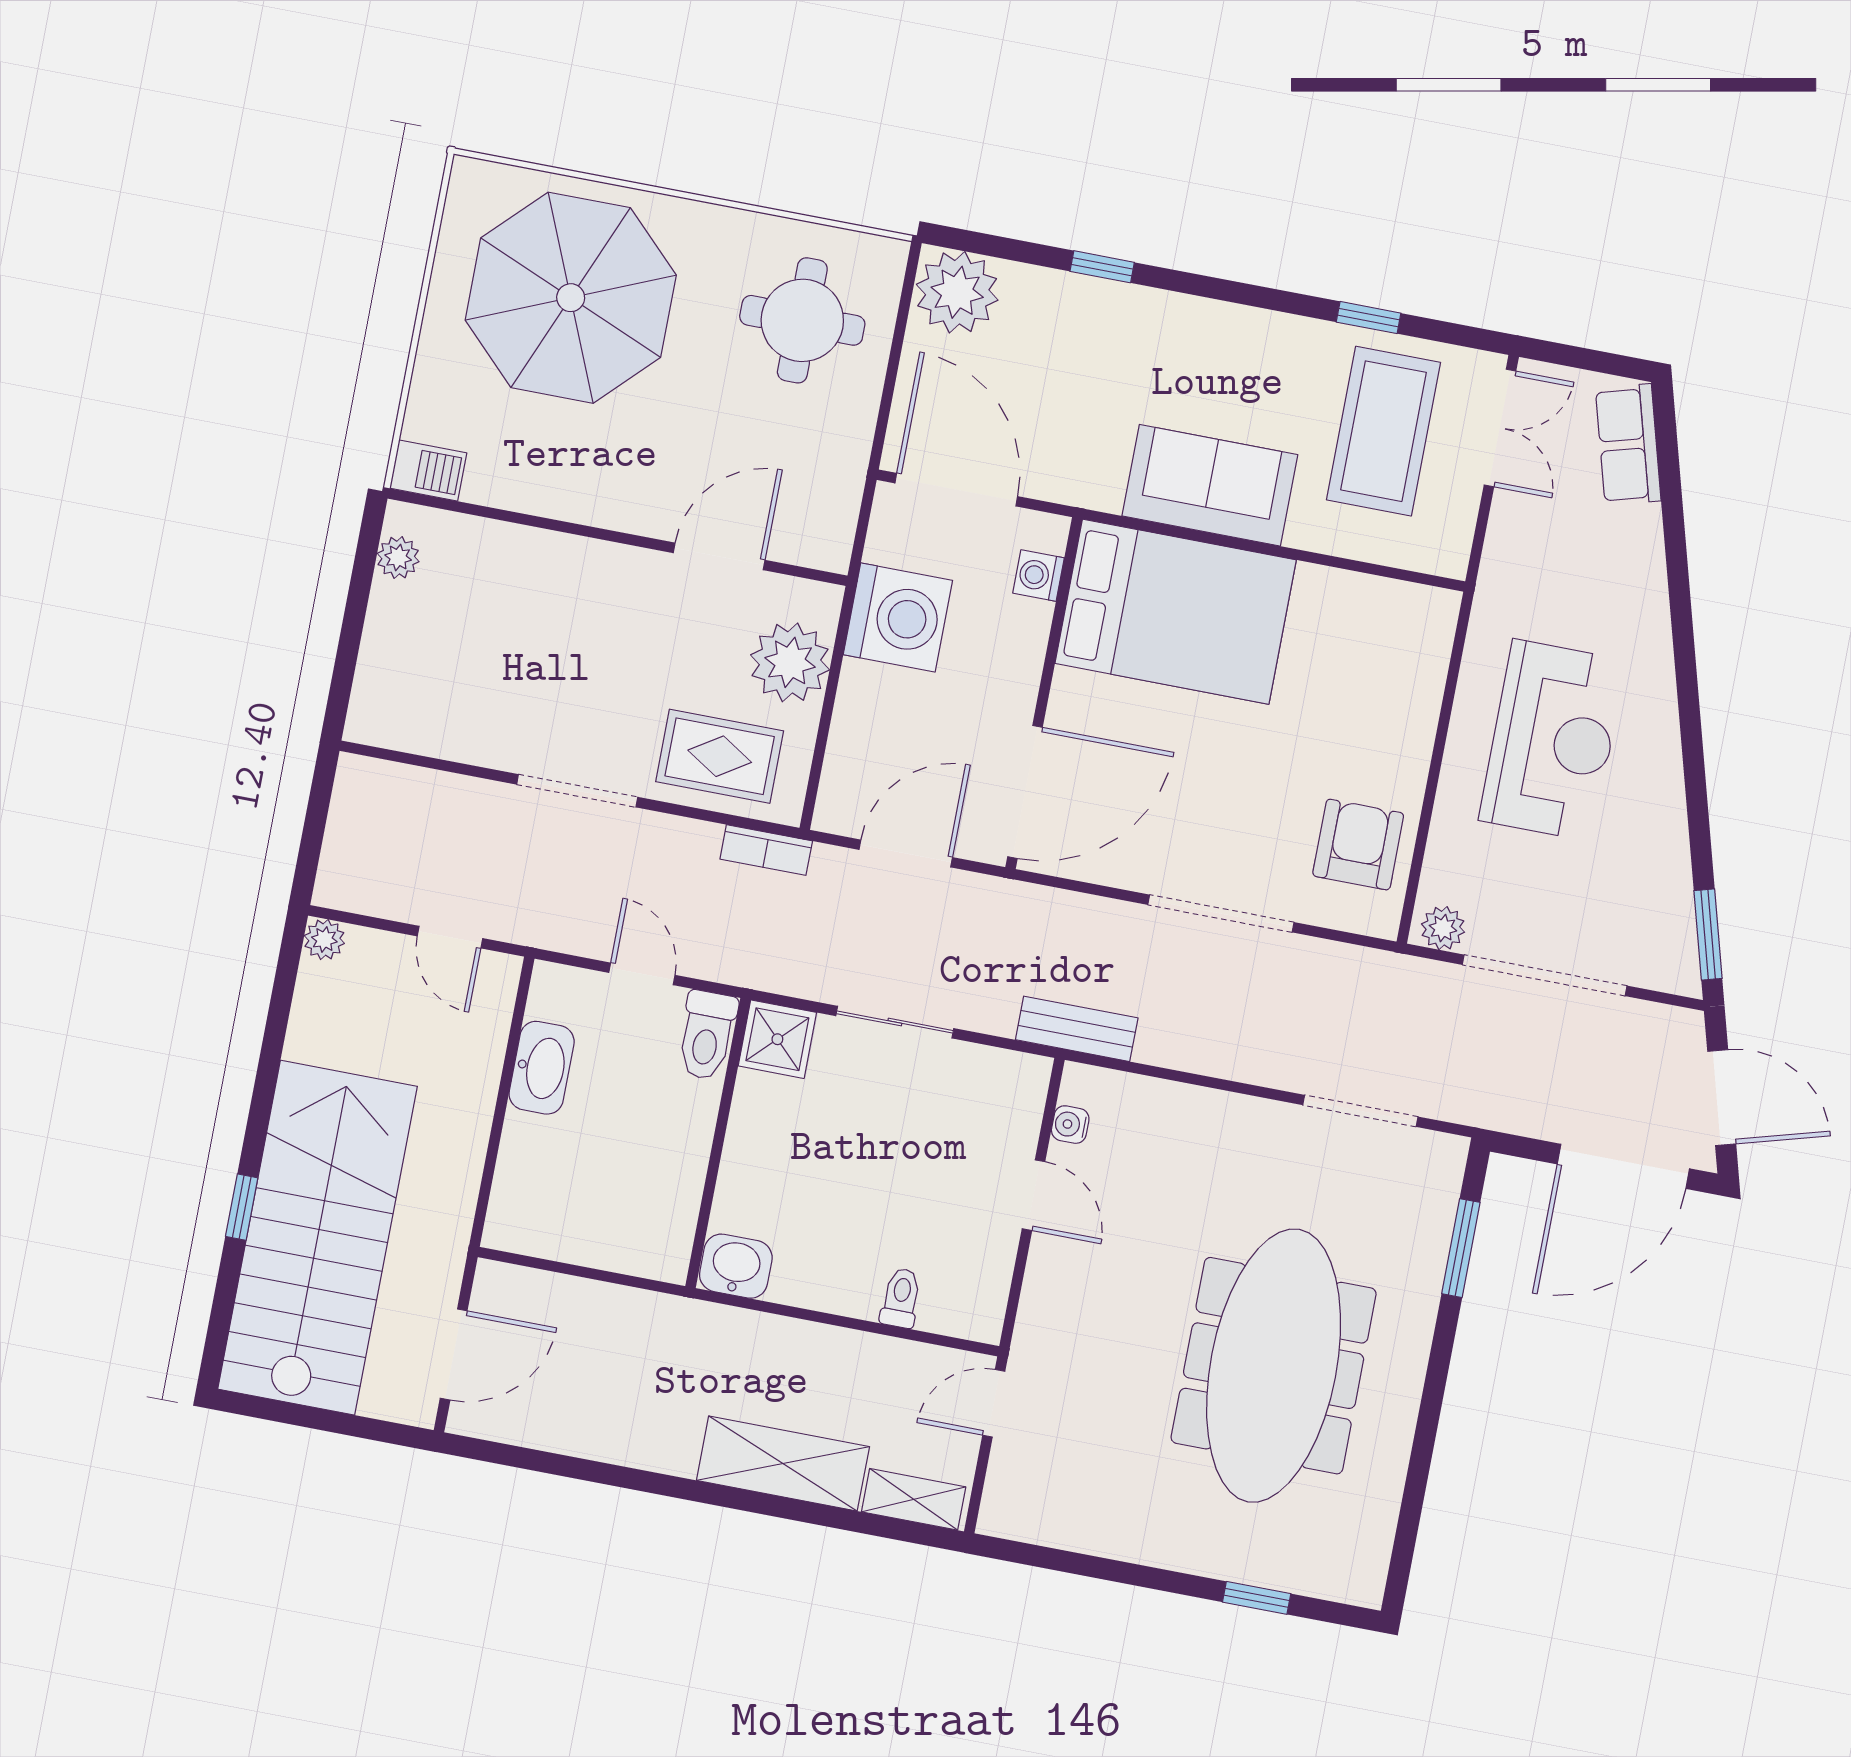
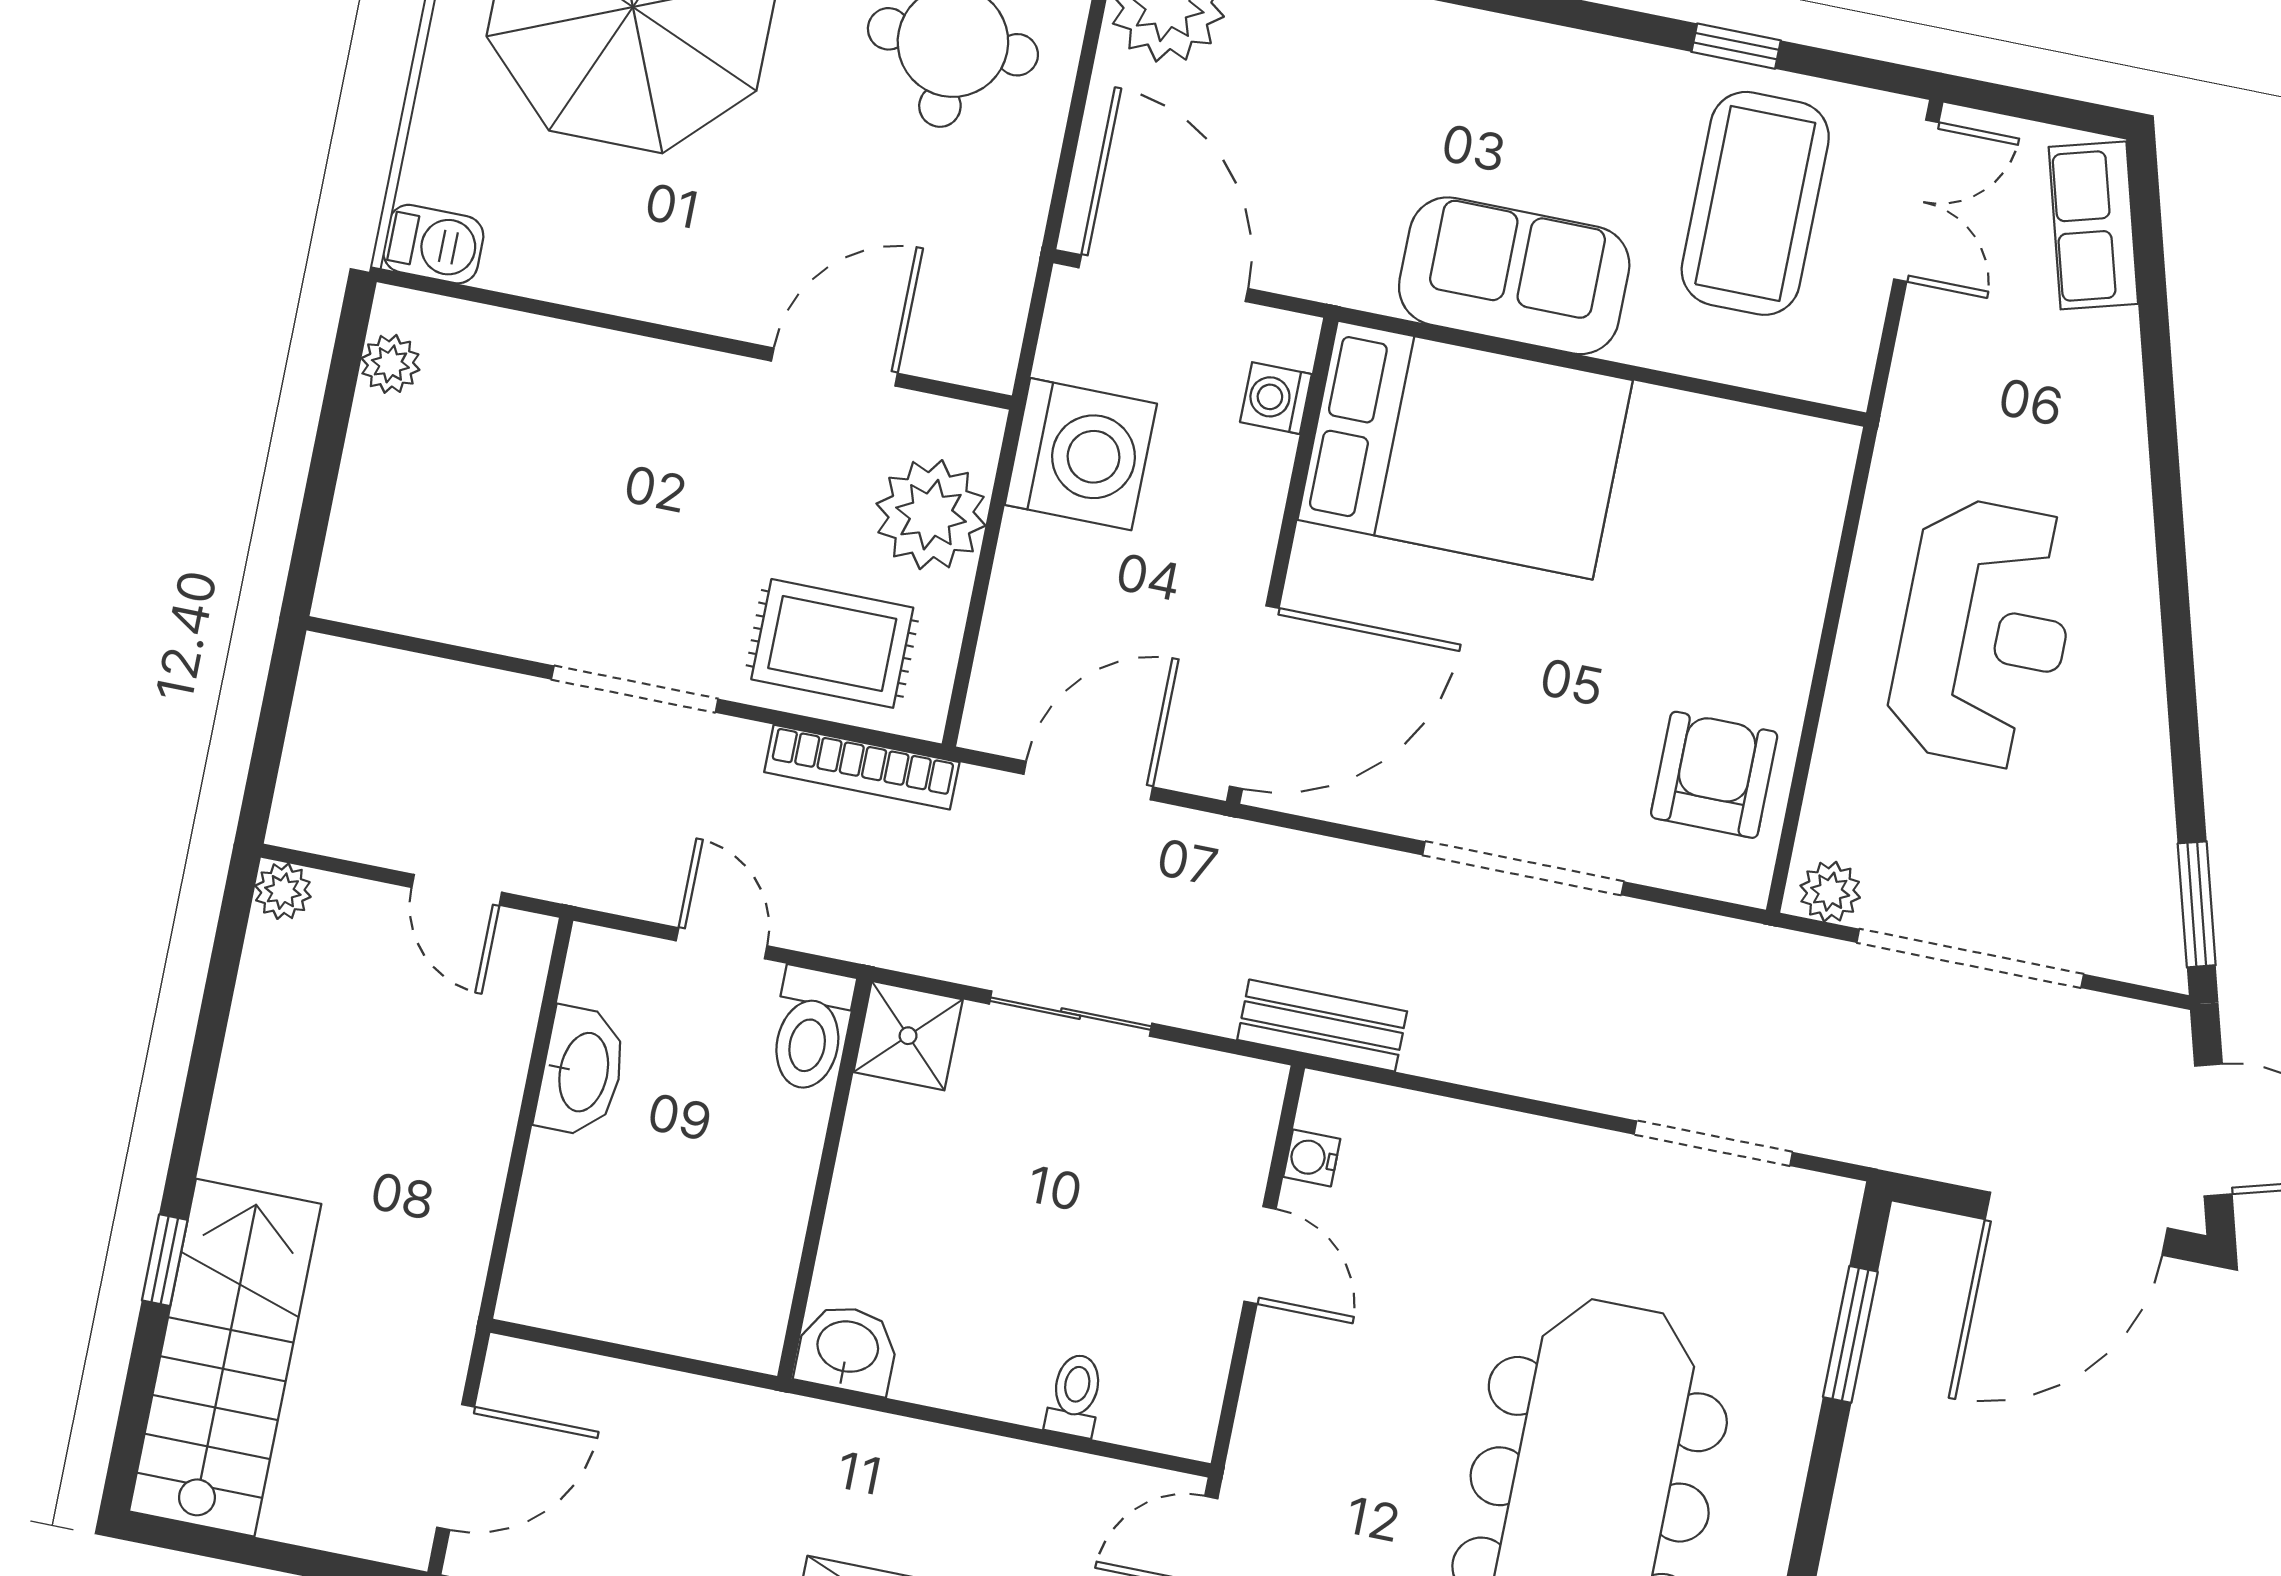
bookcase: (766, 850) -> (862, 767), width x1.56
stairs: (318, 1238) -> (225, 1358), width x0.73, depth x0.66

